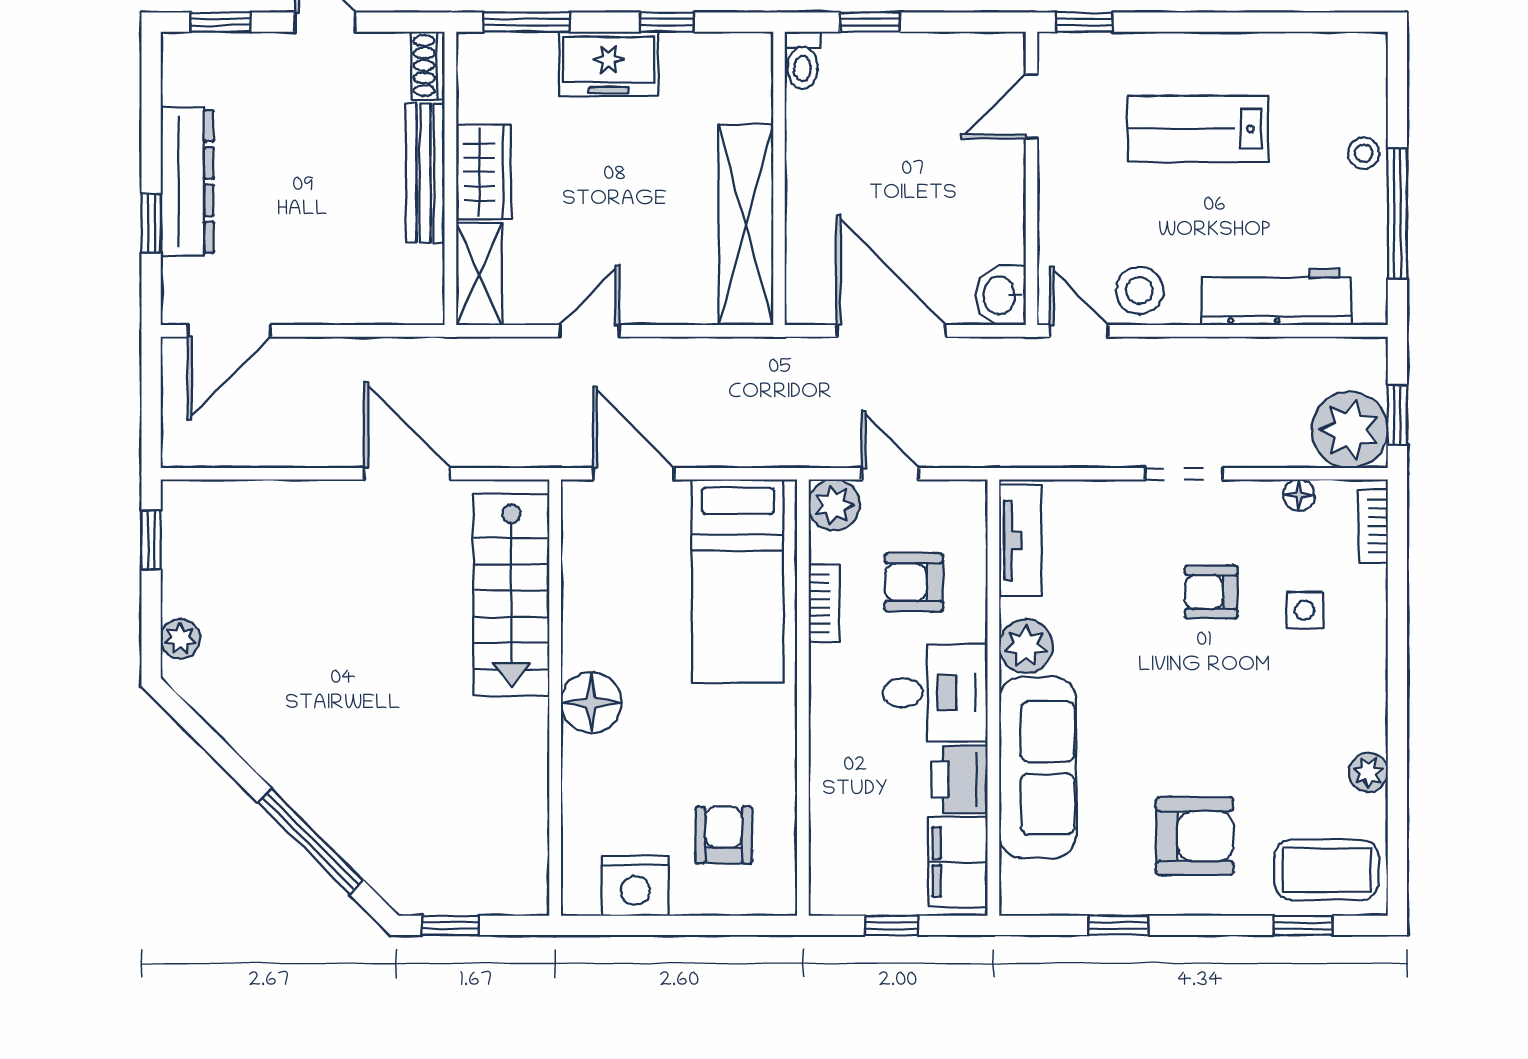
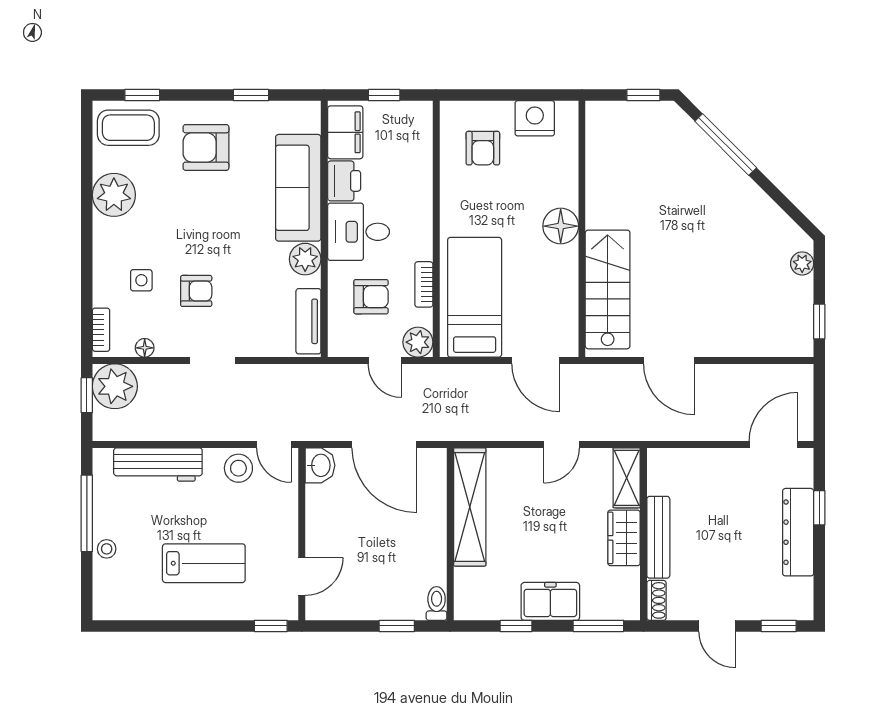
plant: (1368, 773) -> (114, 195), width x1.88, depth x1.88

